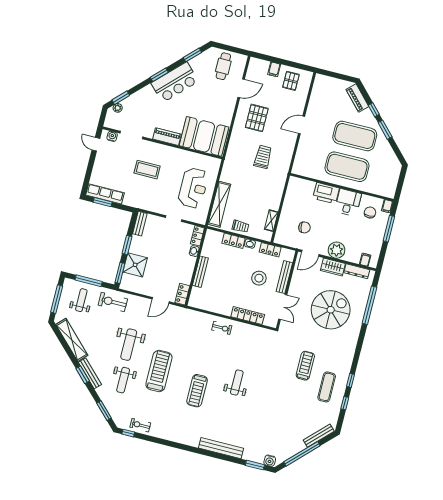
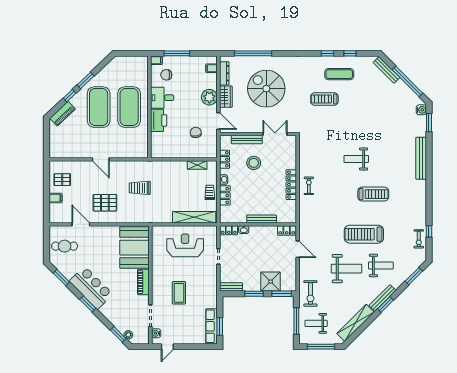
locker: (248, 316) -> (291, 185), moved
window: (128, 433) -> (429, 231), moved

